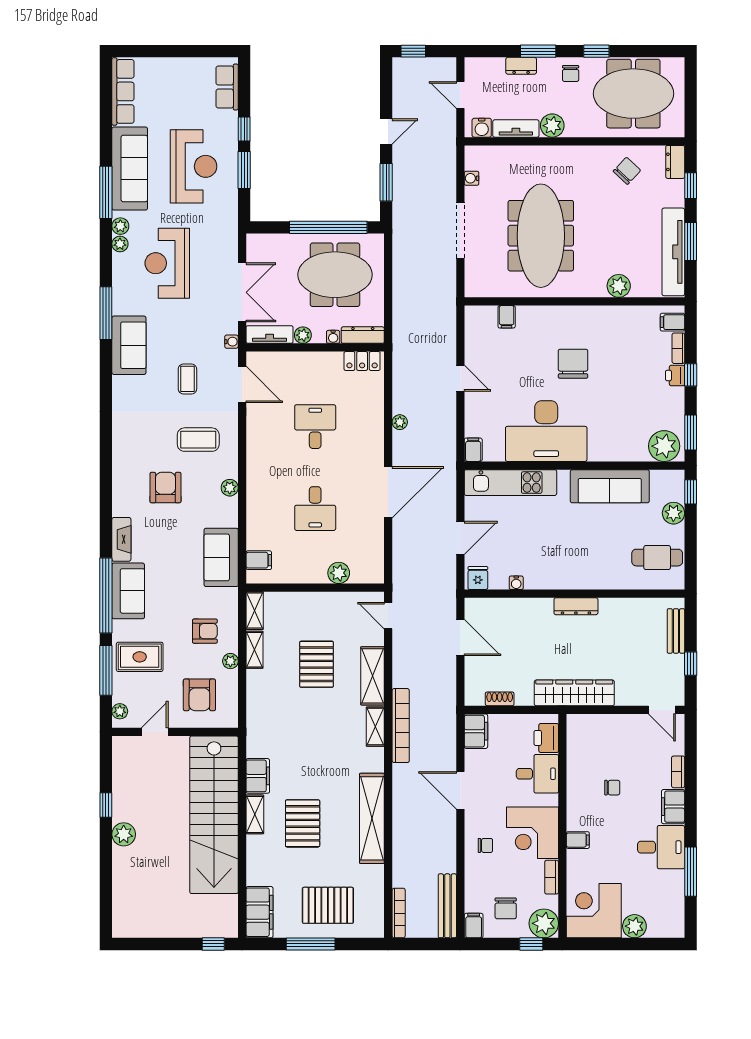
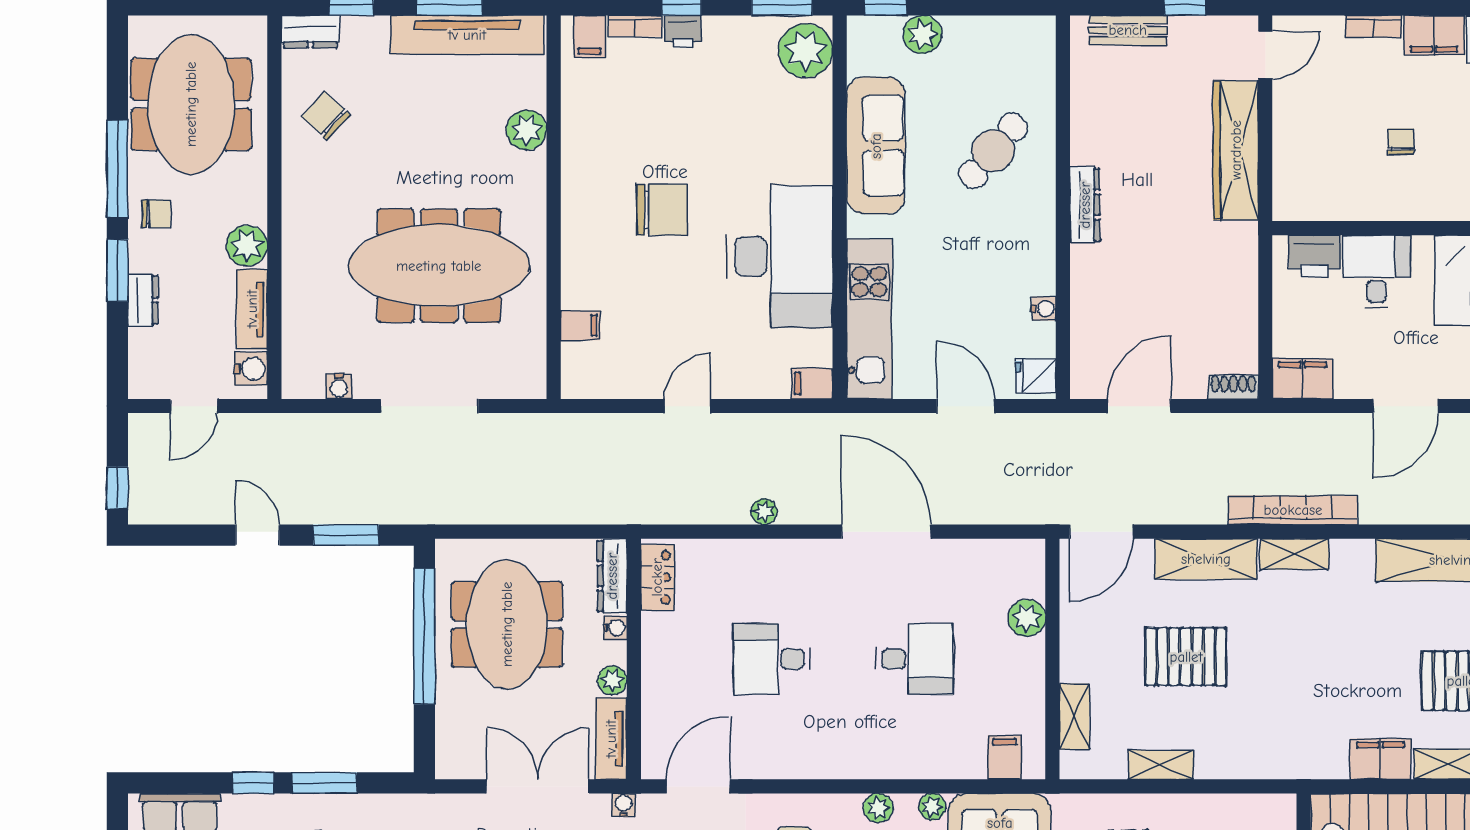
window: (596, 51) -> (117, 169), width x2.17
chair: (573, 364) -> (662, 210), turned 180
cafe table: (657, 558) -> (993, 151), moved, turned 40
shelving: (255, 611) -> (1074, 717), moved, turned 90
door: (388, 616) -> (1101, 532), width x1.38
plant: (230, 661) -> (932, 807), moved
wardrobe: (574, 693) -> (1236, 150), moved
shoe rack: (500, 699) -> (1233, 387), moved, turned 90

